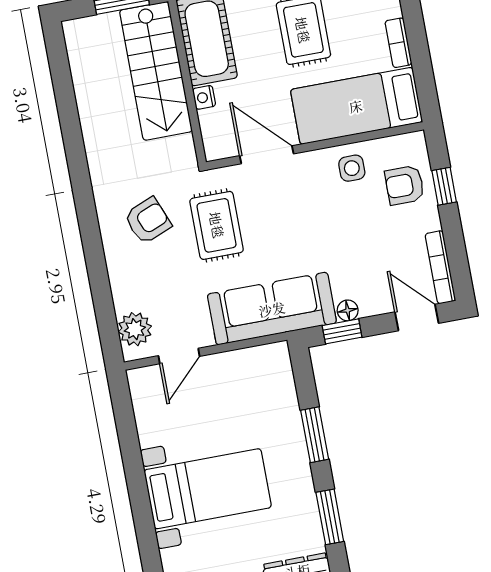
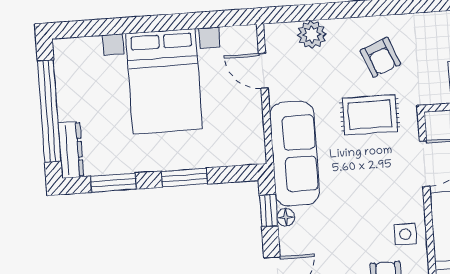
plant: (135, 329) -> (312, 35), moved
bed with nightstands: (208, 489) -> (164, 81), width x1.36

